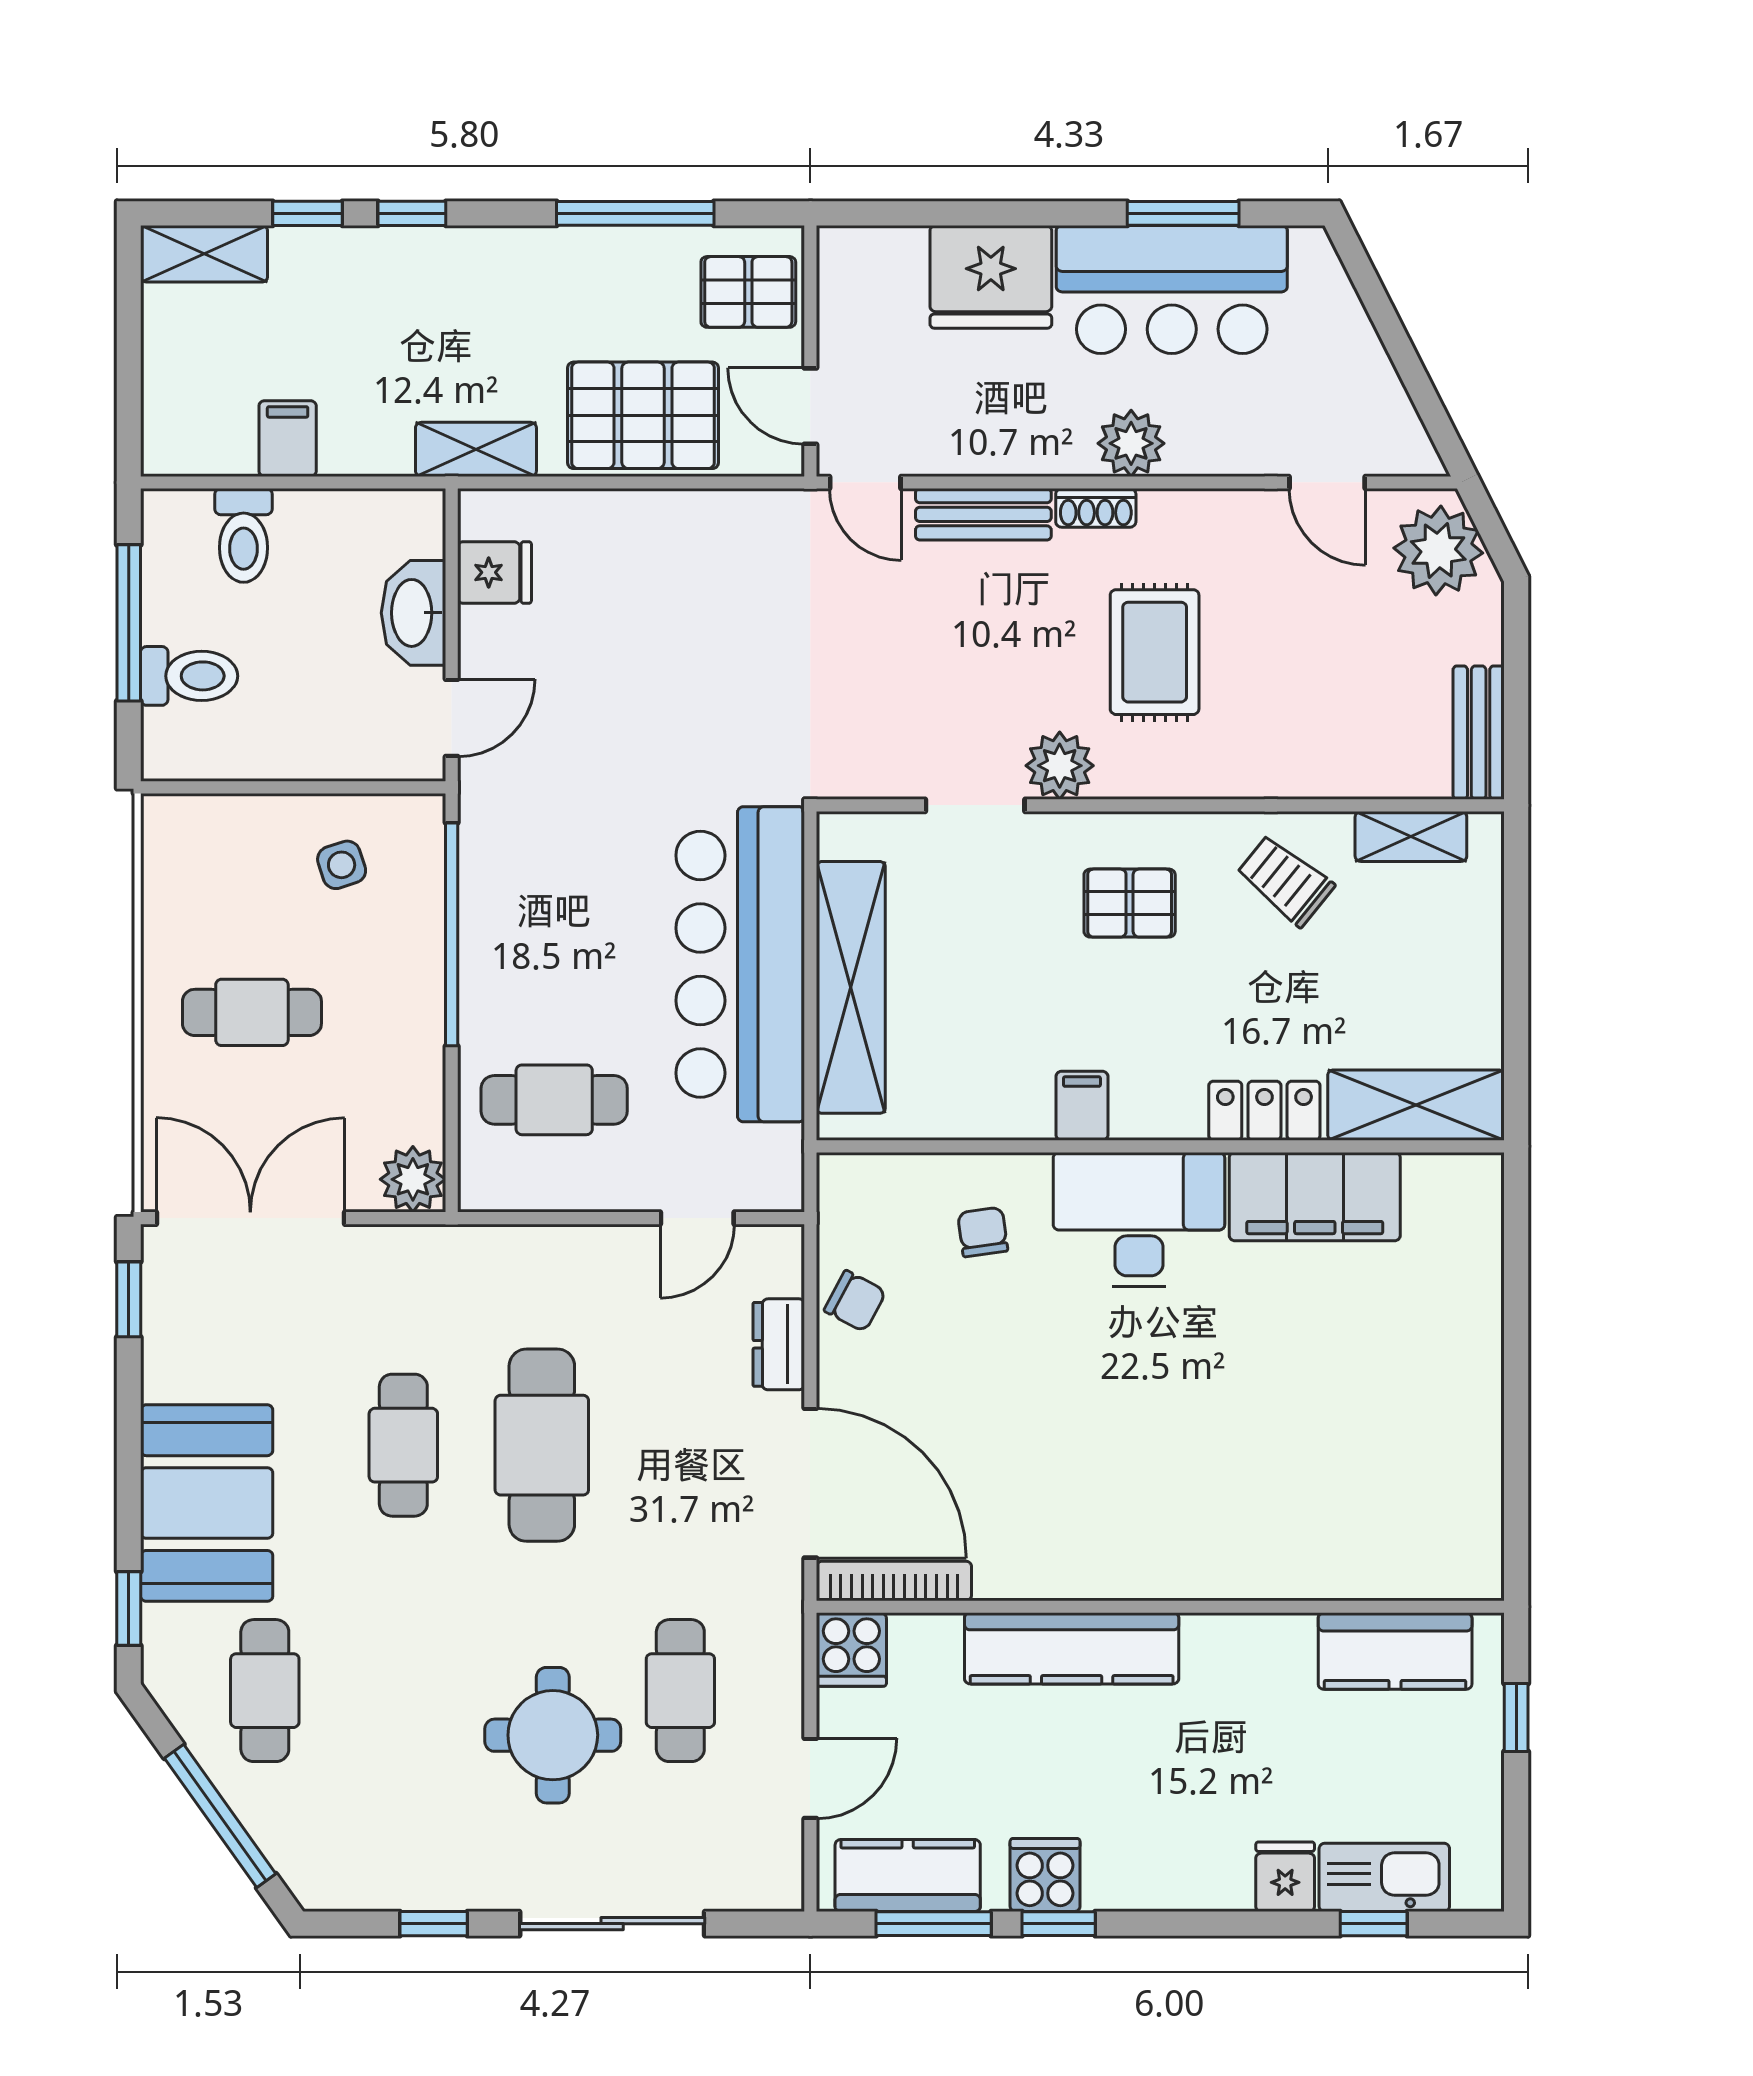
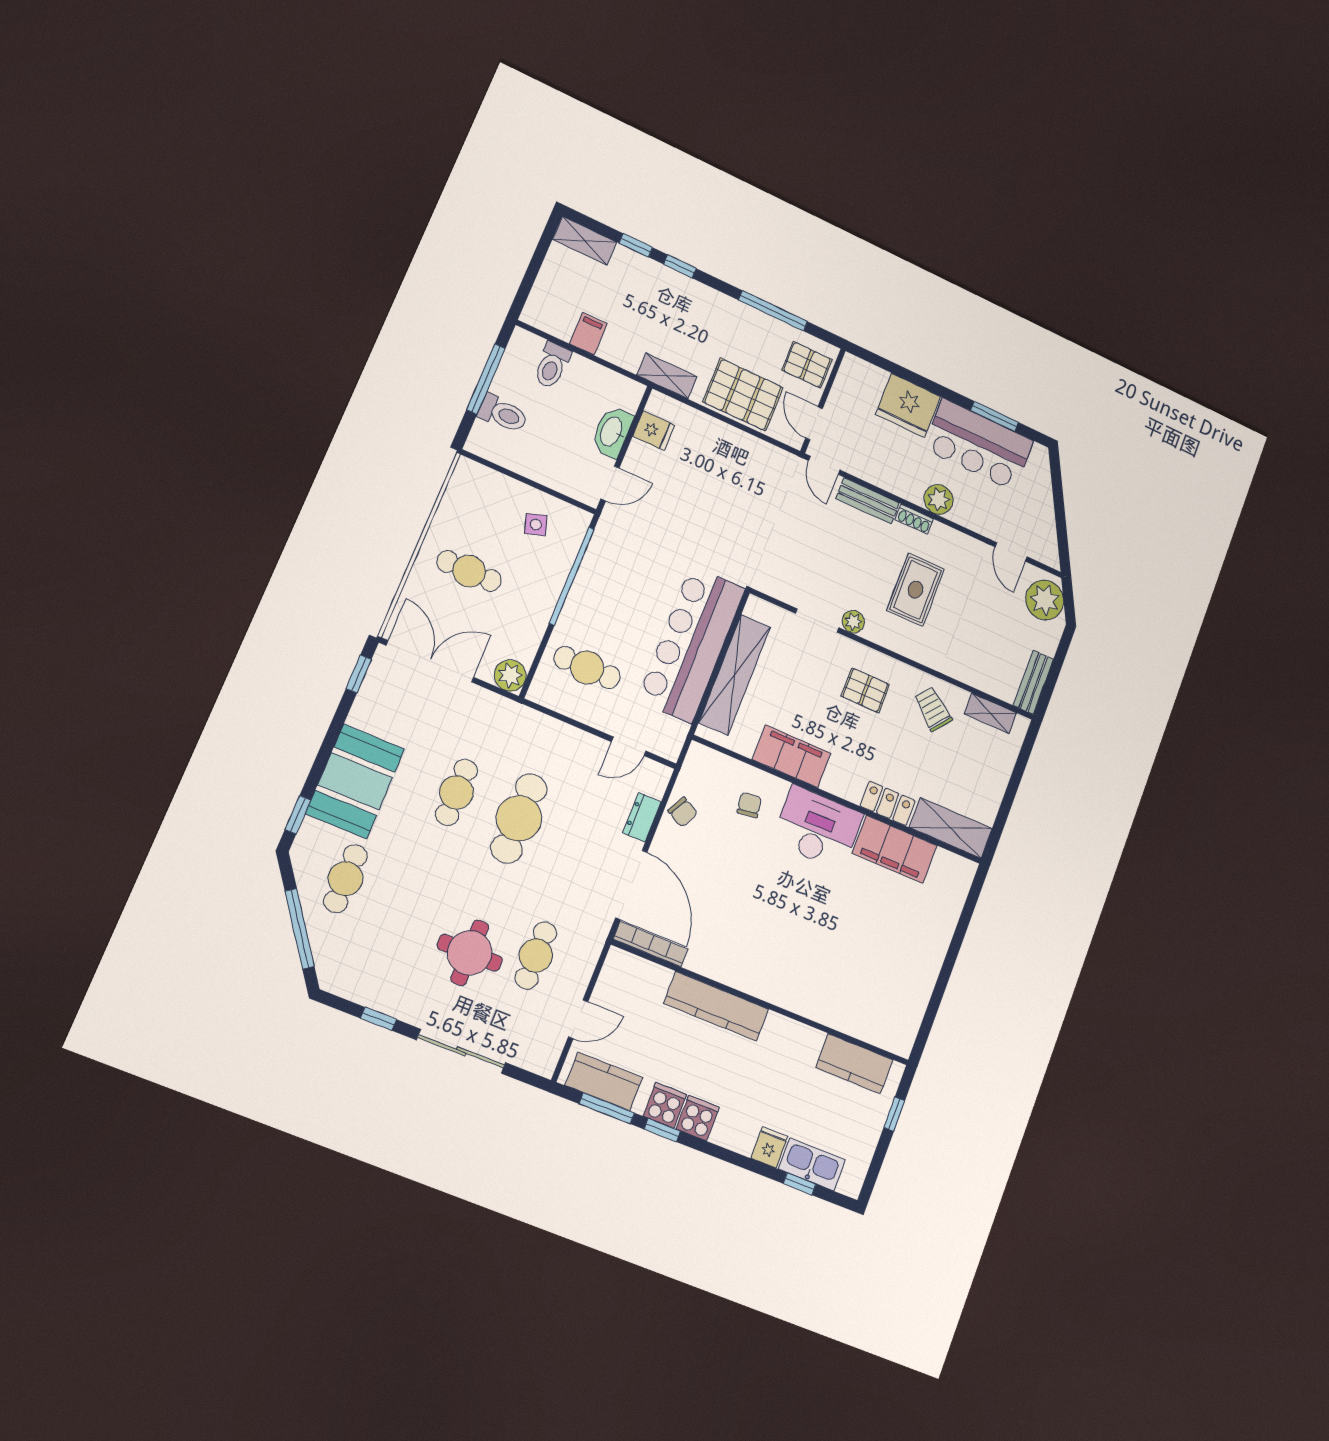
plant: (1060, 766) -> (853, 622), width x0.73, depth x0.73
filing cabinet: (1082, 1106) -> (792, 756), width x3.00, depth x1.17
cooker: (851, 1650) -> (698, 1118), moved, turned 180

